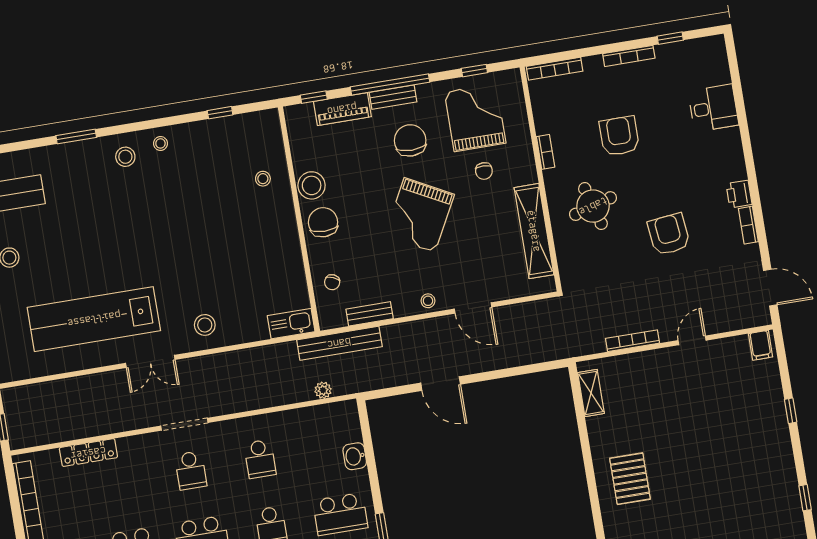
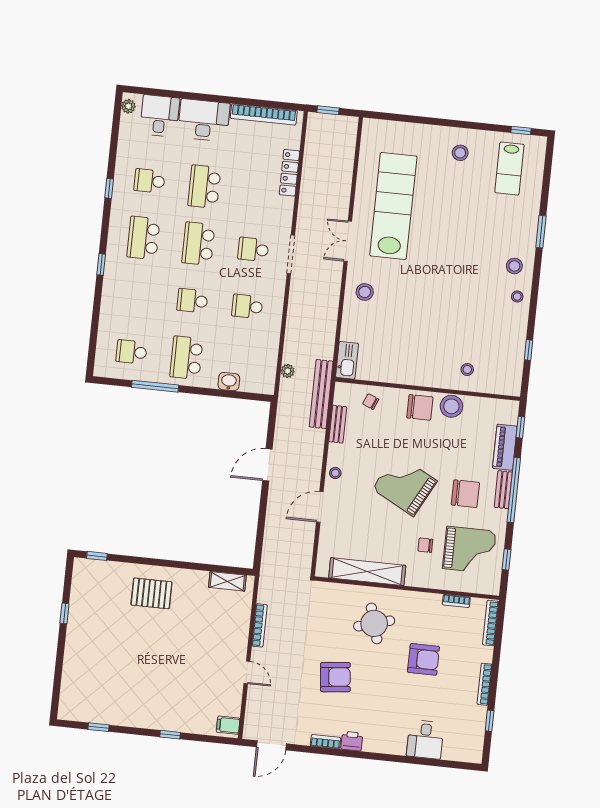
bookcase: (546, 152) -> (456, 601), moved

